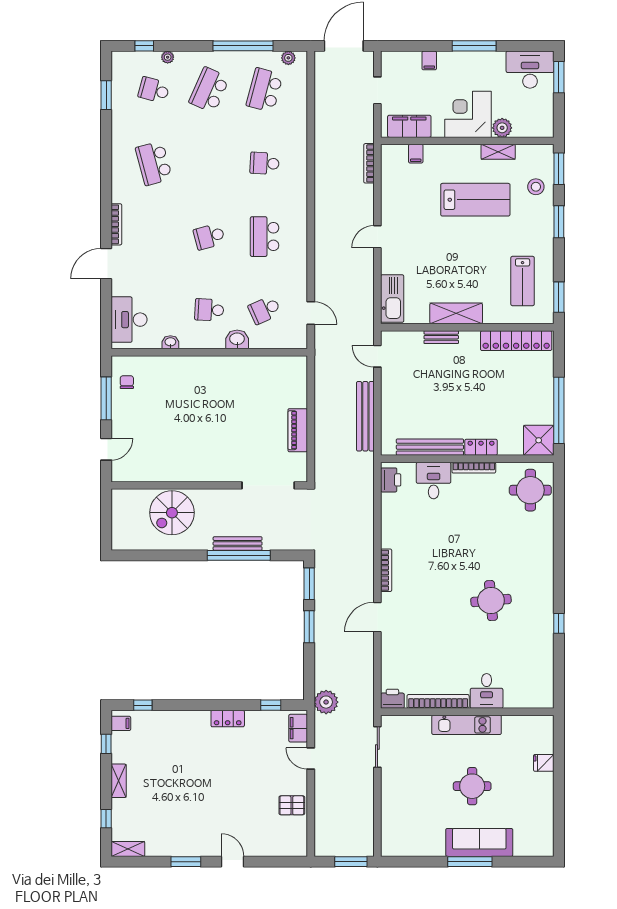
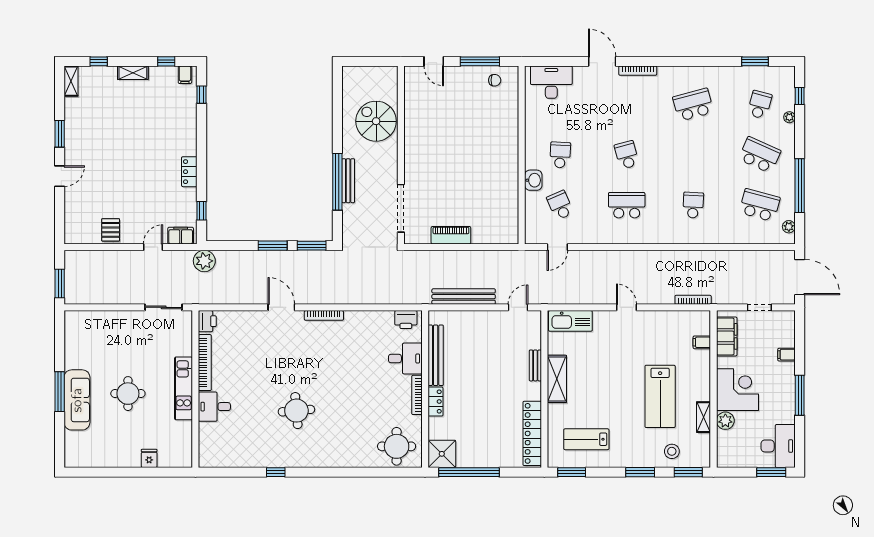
washbasin: (170, 342) -> (531, 120), removed

